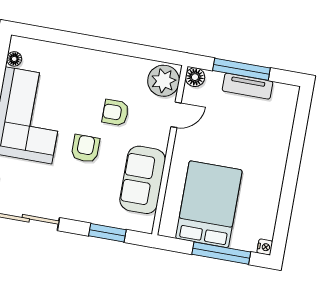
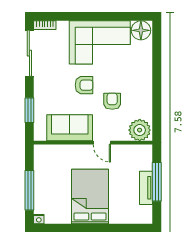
floor lamp: (14, 59) -> (141, 30), width x1.89, depth x1.89
floor lamp: (195, 77) -> (146, 151), removed
door: (176, 115) -> (102, 143), moved
bed: (209, 204) -> (90, 196), moved, turned -90

